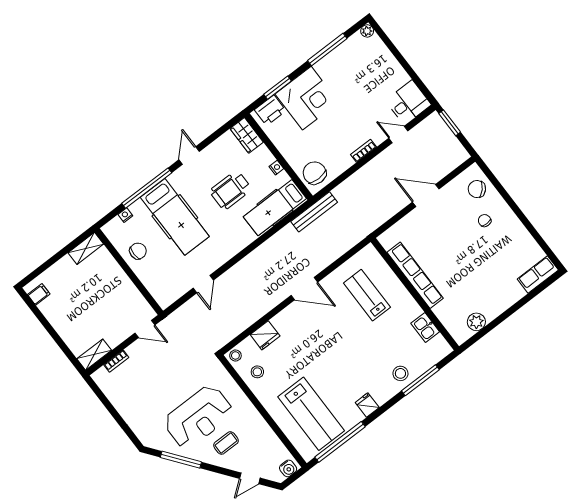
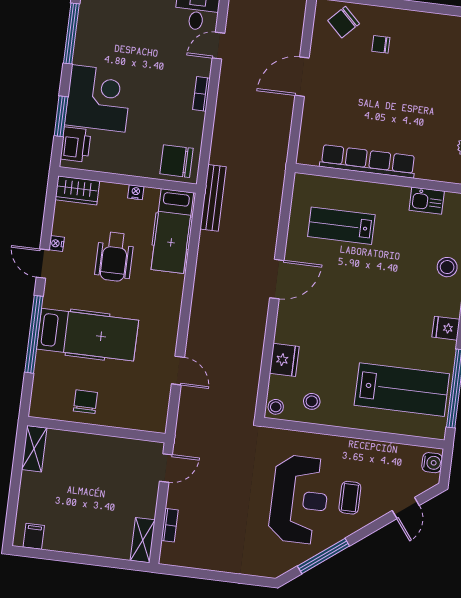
nightstand: (125, 215) -> (57, 243), moved

